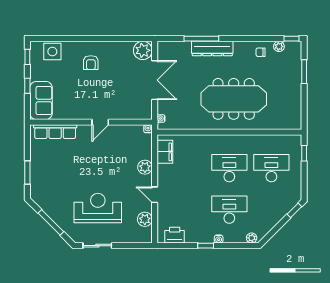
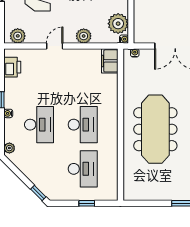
plant: (133, 134) -> (118, 24), added
filing cabinet: (165, 152) -> (110, 61), moved, turned 90
window: (304, 153) -> (87, 203), moved
plant: (145, 219) -> (18, 36), moved

